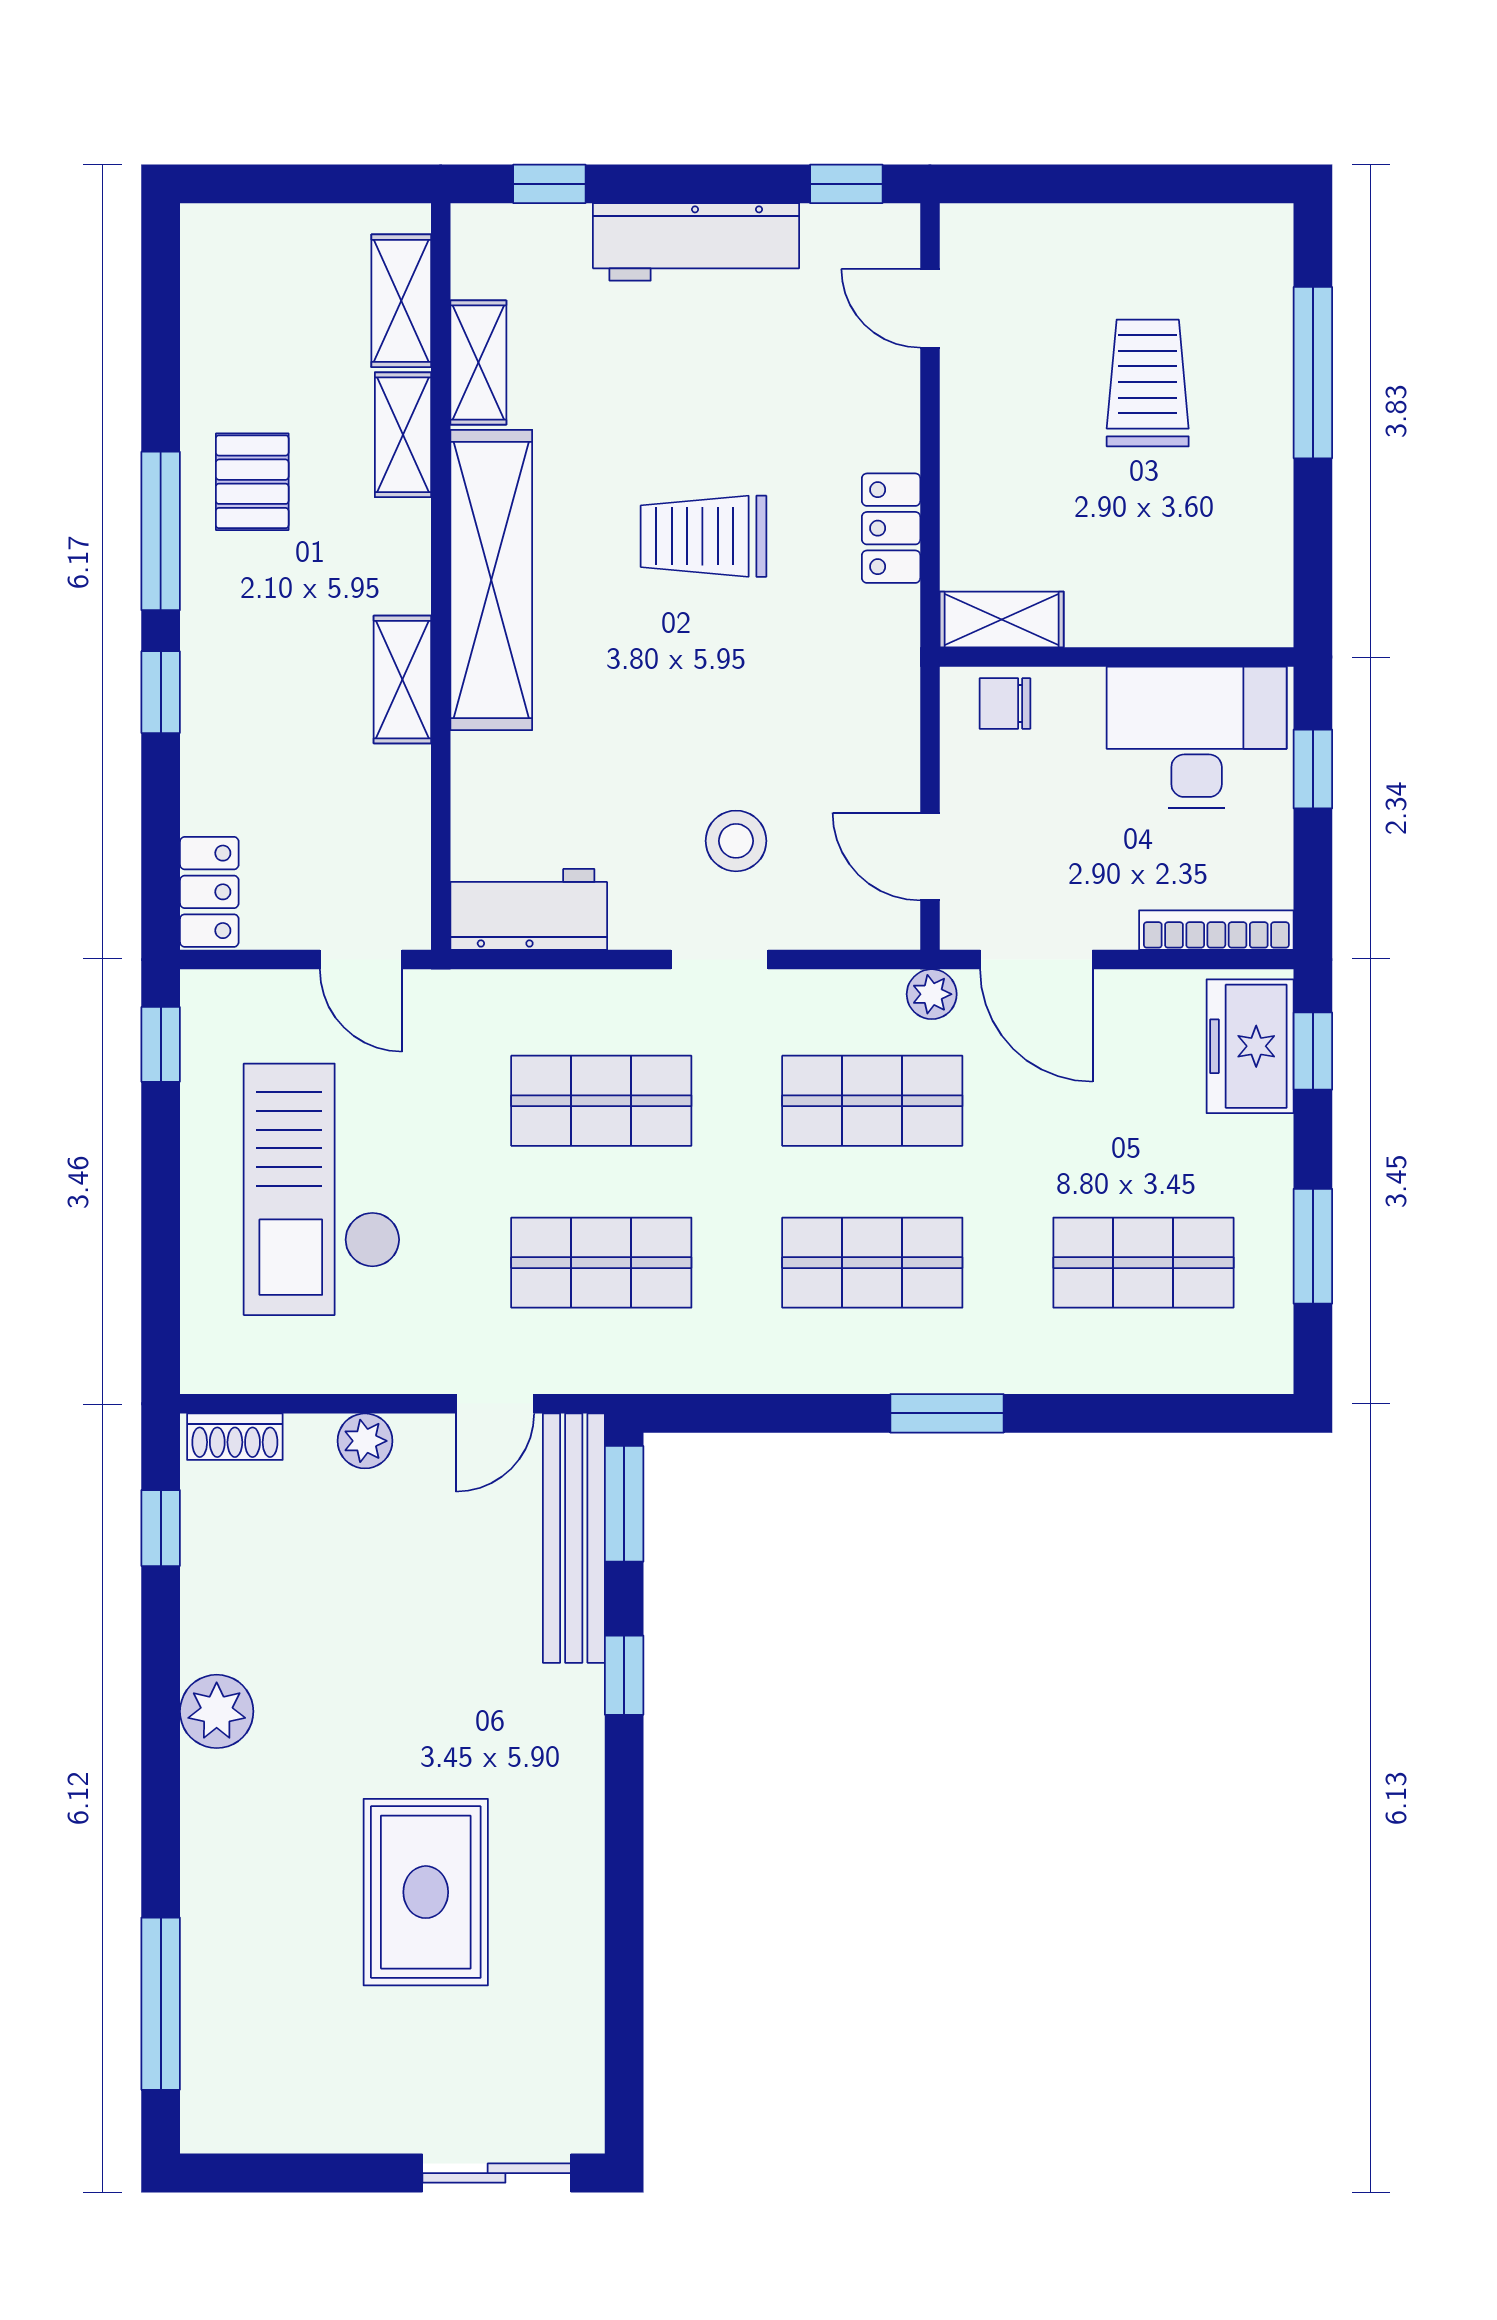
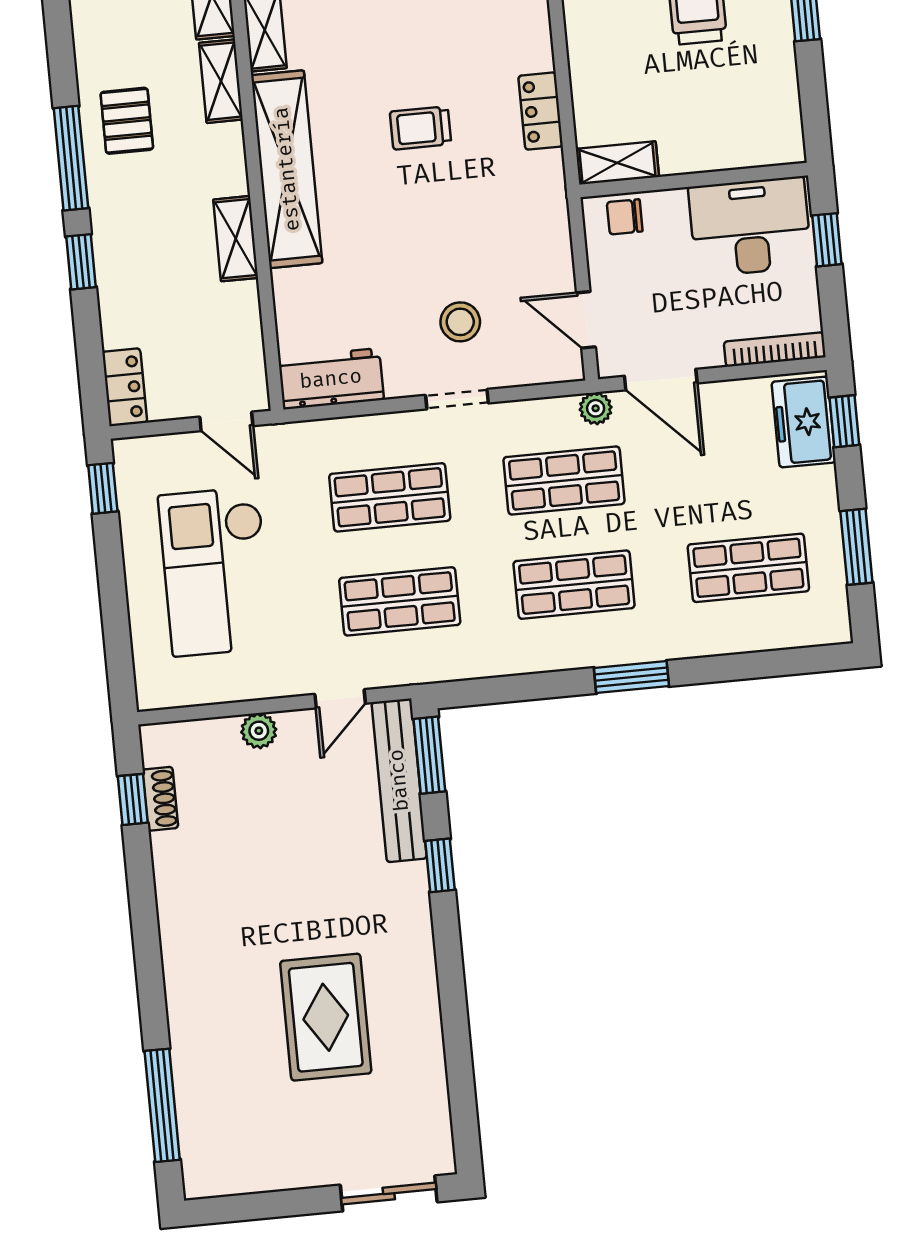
trolley: (704, 536) -> (420, 128), width x0.73, depth x0.72
shoe rack: (235, 1437) -> (160, 799), moved, turned -90
plant: (217, 1711) -> (180, 914), removed

